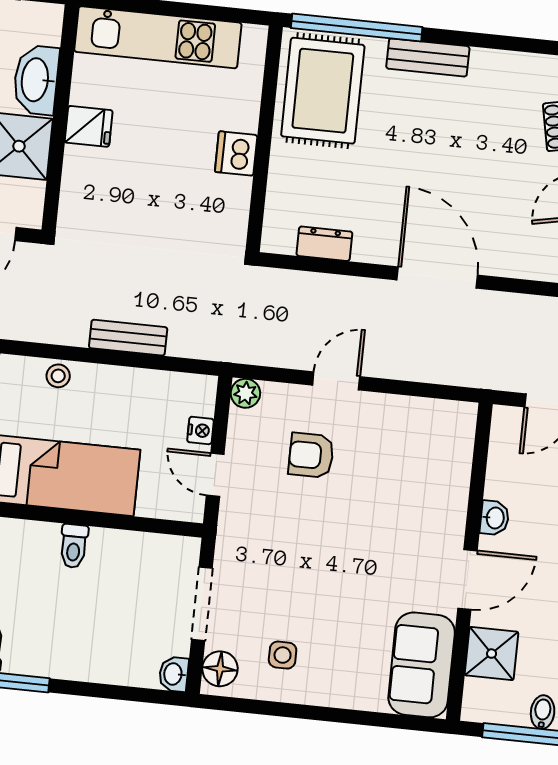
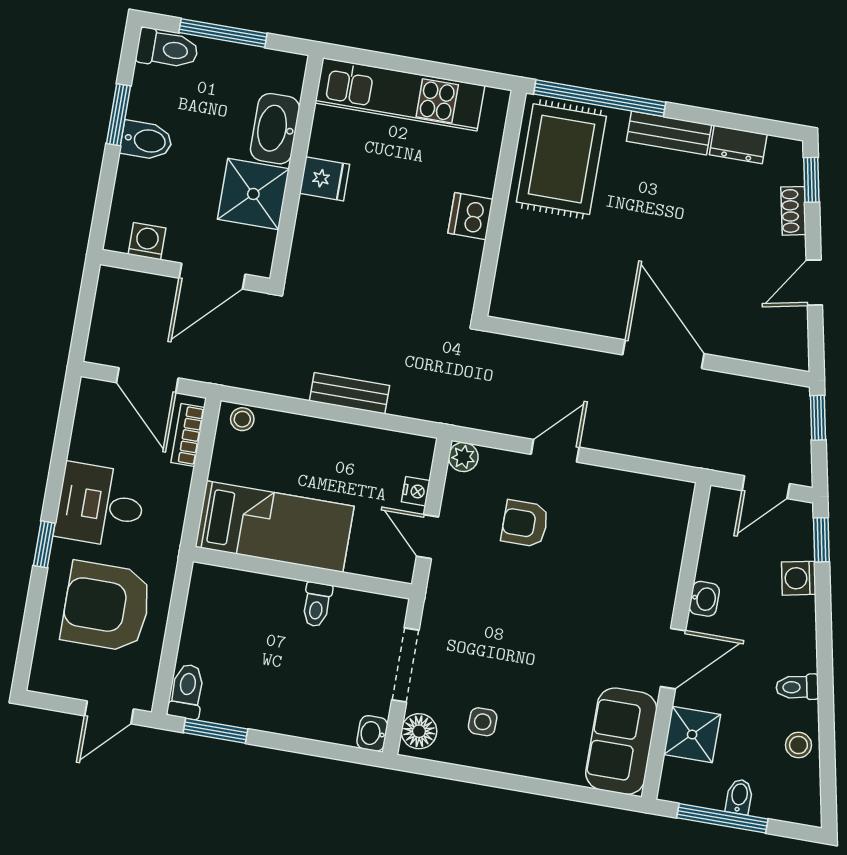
dresser: (324, 244) -> (738, 145), moved, turned 180
stool: (58, 376) -> (242, 419), moved
toilet: (74, 546) -> (317, 604), moved

